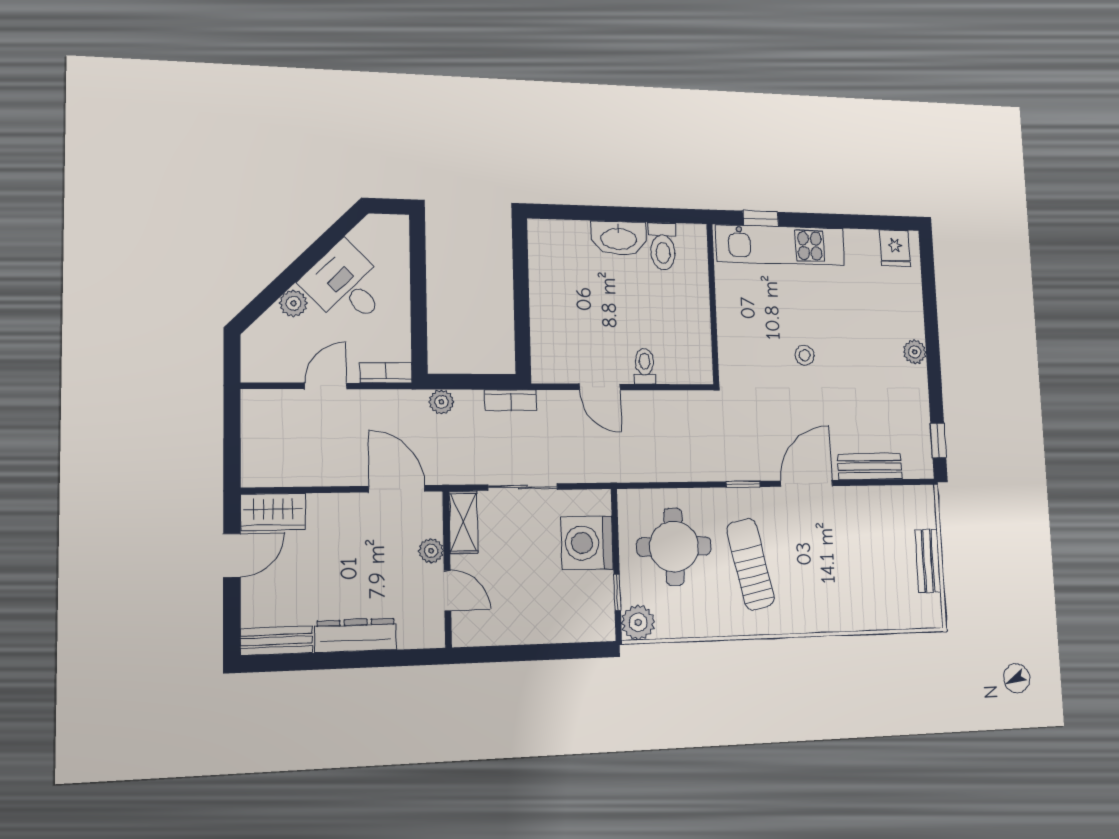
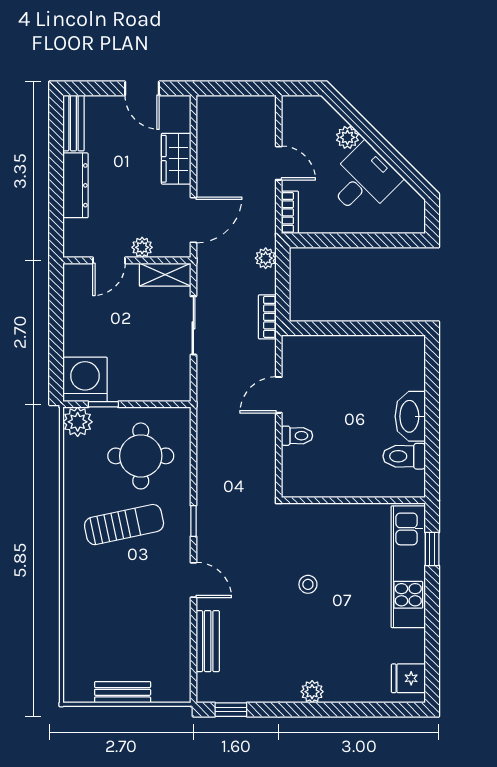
door: (806, 483) -> (193, 580), width x0.73
wardrobe: (273, 512) -> (176, 159), moved
washing machine: (587, 543) -> (85, 379), moved

